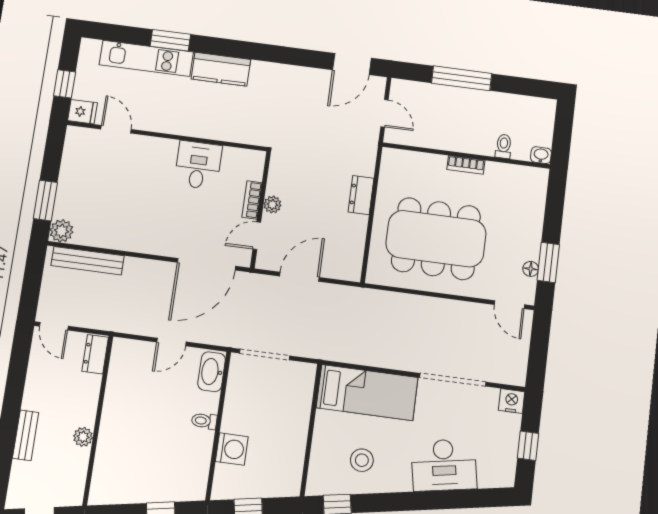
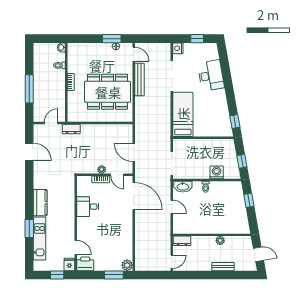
door: (352, 64) -> (29, 152), moved
door: (116, 129) -> (76, 247), swing flipped
printer: (79, 144) -> (85, 264), added
dresser: (361, 195) -> (71, 129), moved
dining table: (436, 239) -> (108, 92), turned 90
bench: (88, 261) -> (139, 80), moved
door: (509, 305) -> (134, 54), hinge flipped
stool: (362, 460) -> (214, 113), removed

